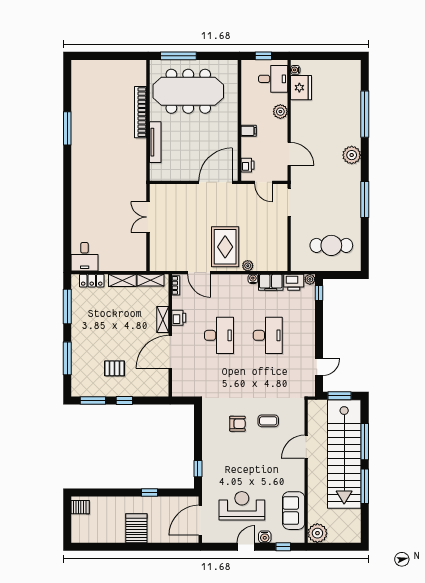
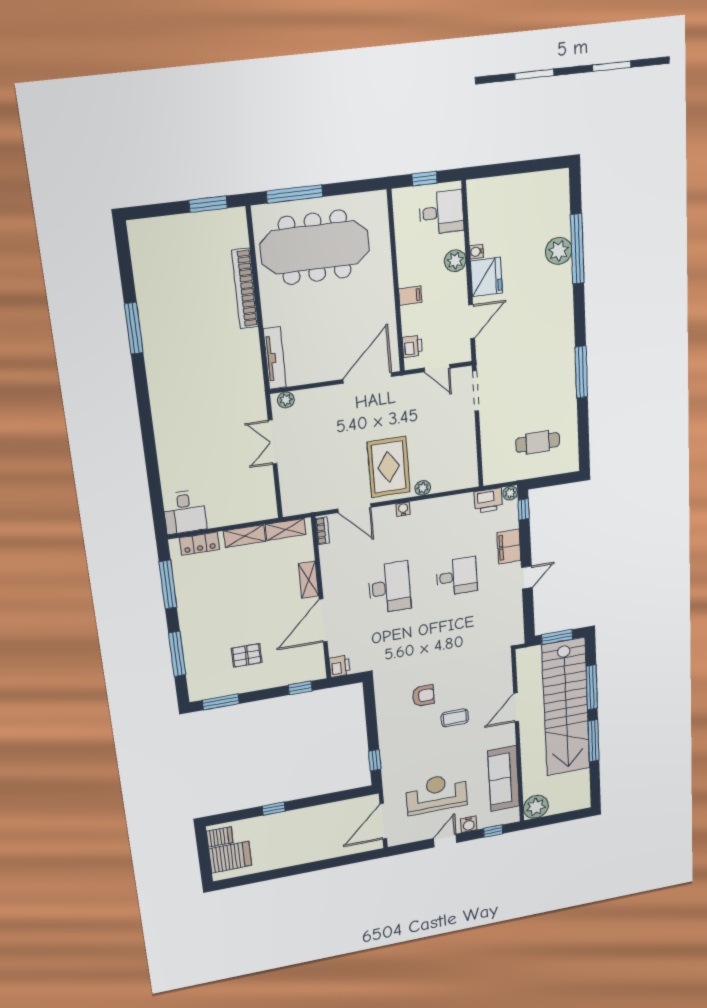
window: (123, 56) -> (208, 204), added
water cooler: (295, 70) -> (477, 252), moved
fridge: (301, 88) -> (486, 277), moved
tv unit: (155, 142) -> (275, 358), moved
door: (289, 154) -> (472, 322), hinge flipped
plant: (352, 155) -> (559, 251), moved
plant: (160, 190) -> (286, 400), added
cafe table: (331, 245) -> (538, 442), width x0.73, depth x0.74
water cooler: (253, 279) -> (403, 509), moved
filing cabinet: (271, 282) -> (509, 547), moved, turned 90
printer: (179, 318) -> (340, 666), moved
desk: (268, 335) -> (457, 576), width x0.73
door: (319, 367) -> (527, 578), moved
window: (124, 400) -> (300, 688), moved
coffee table: (268, 421) -> (455, 718), moved
window: (150, 492) -> (274, 809), moved
sofa: (294, 511) -> (504, 778), width x1.36
server rack: (136, 528) -> (230, 857), moved, turned 90

